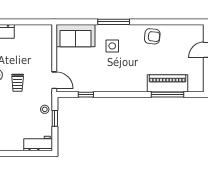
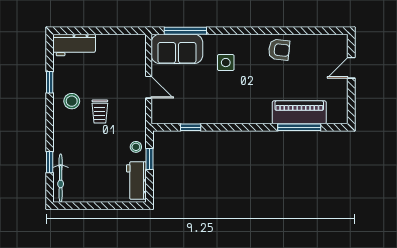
window: (114, 22) -> (185, 31), moved
door: (54, 80) -> (149, 87), moved
workbench: (38, 144) -> (136, 181), moved, turned -90

